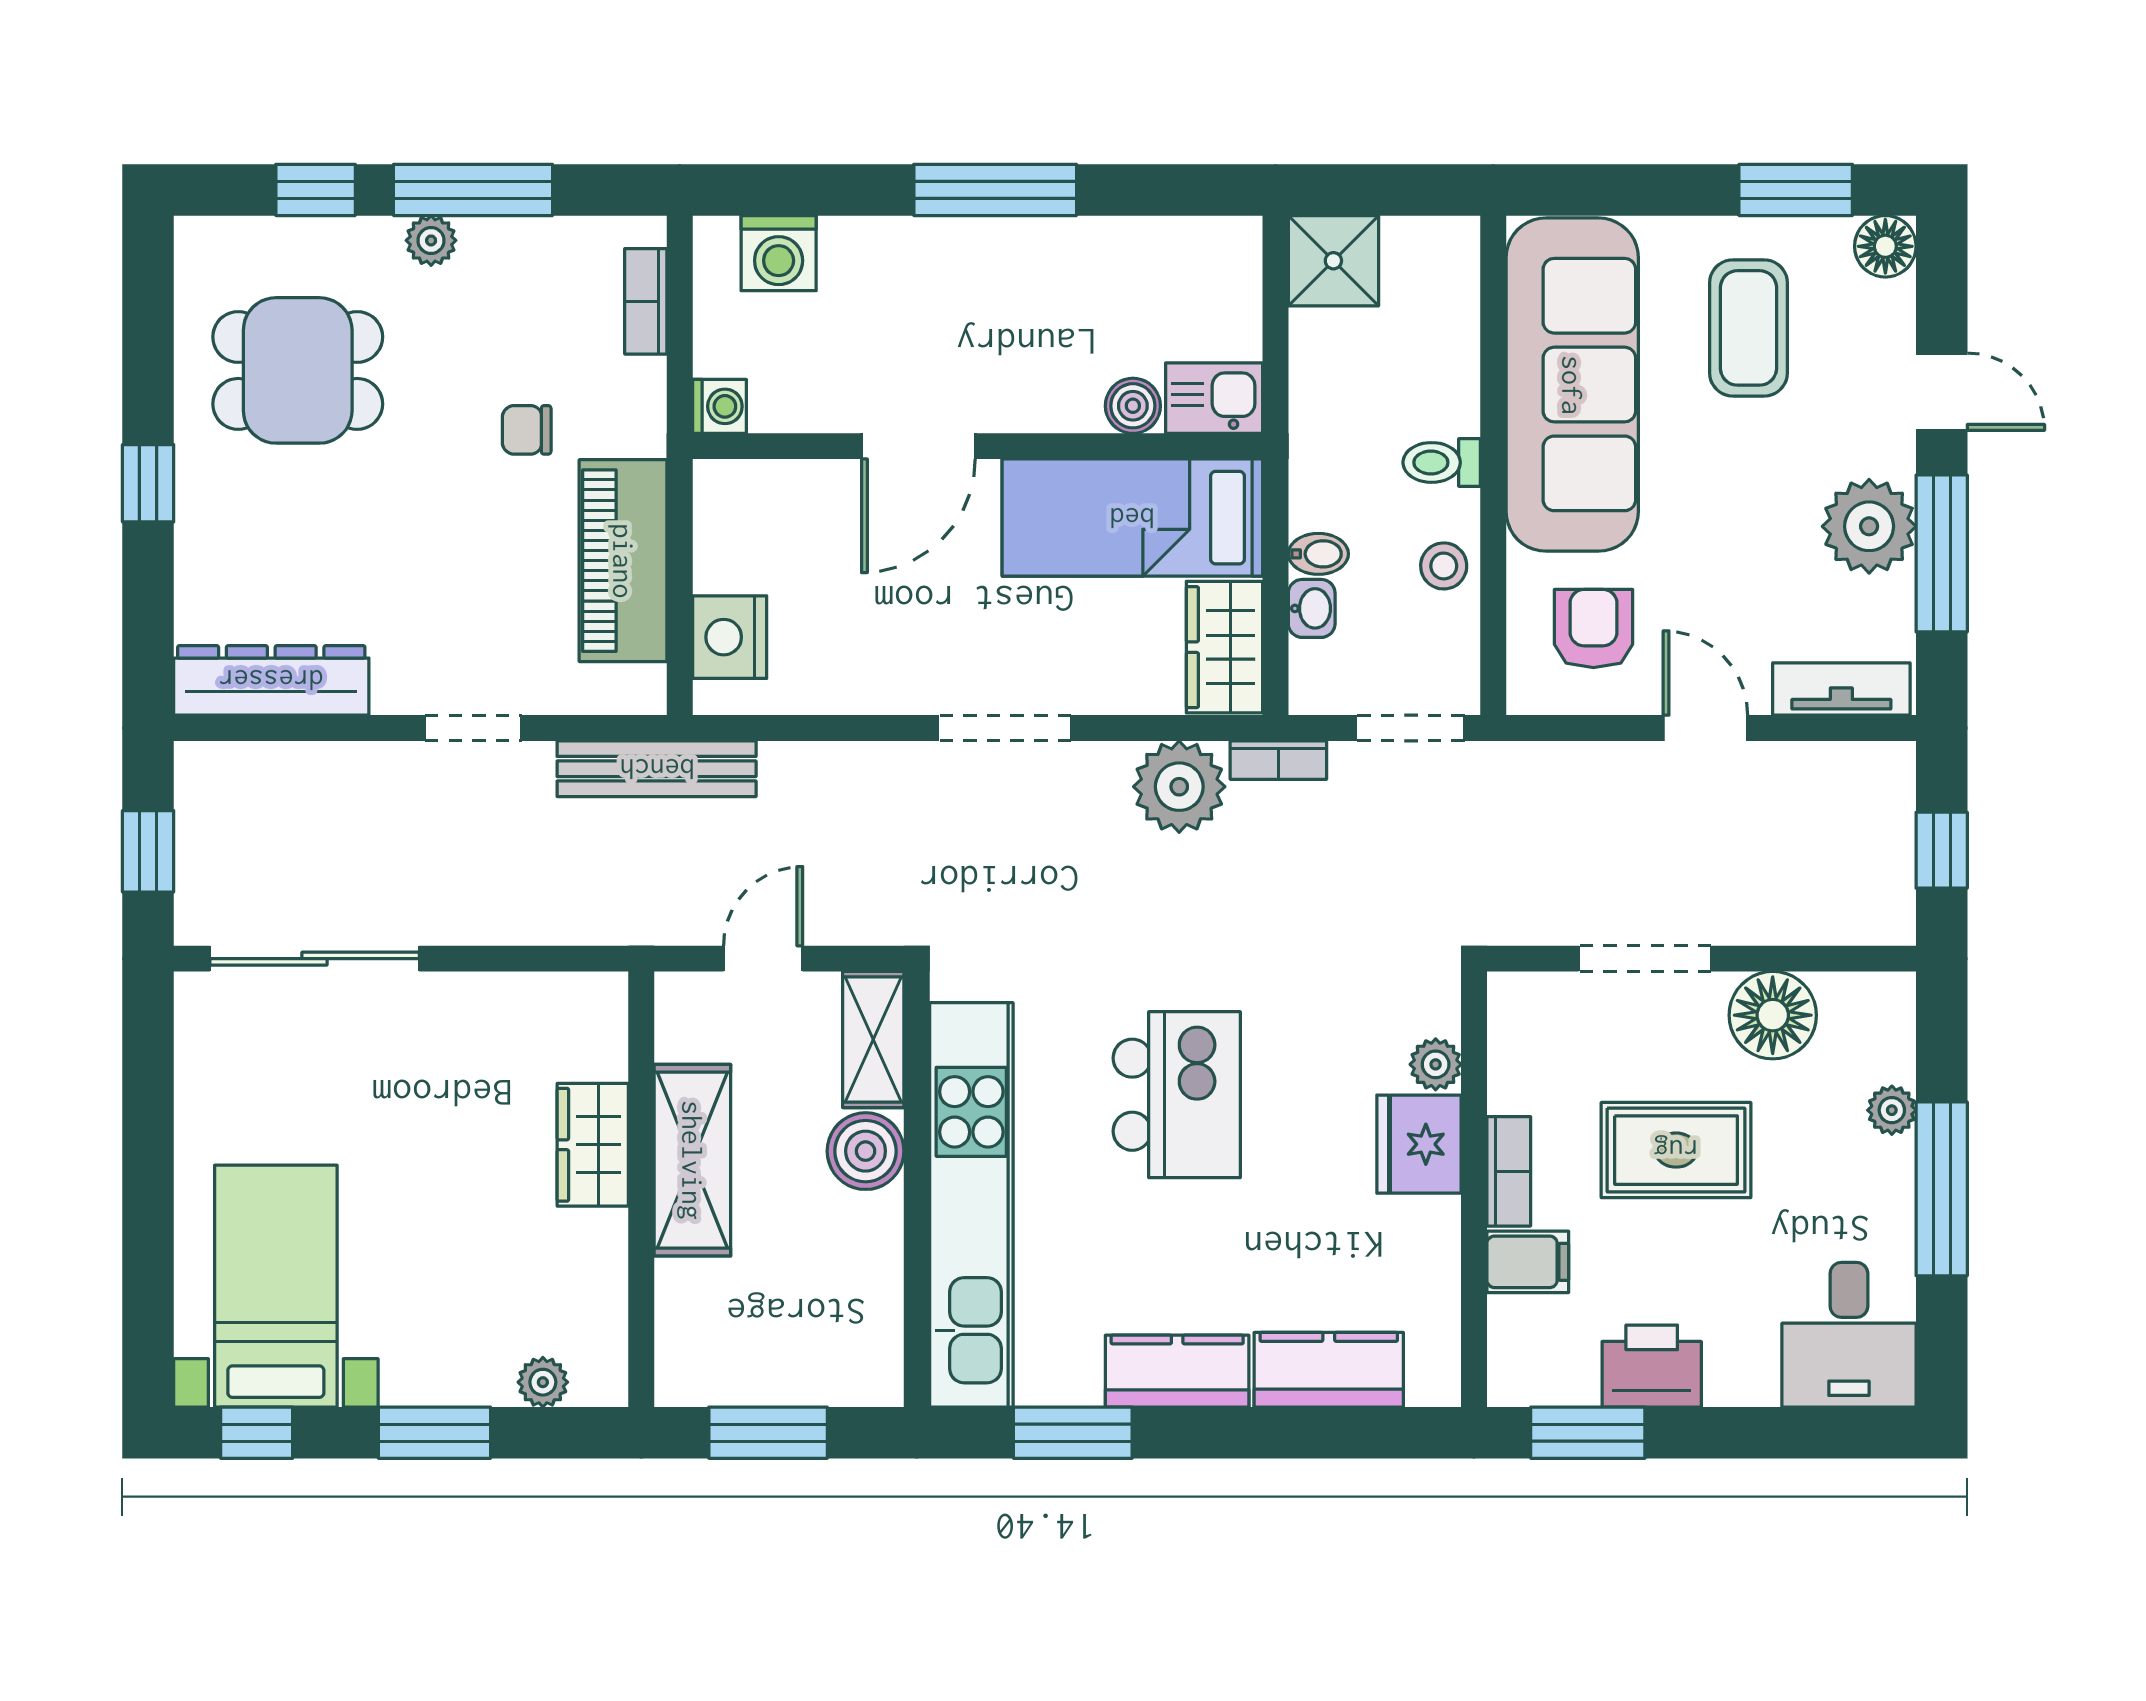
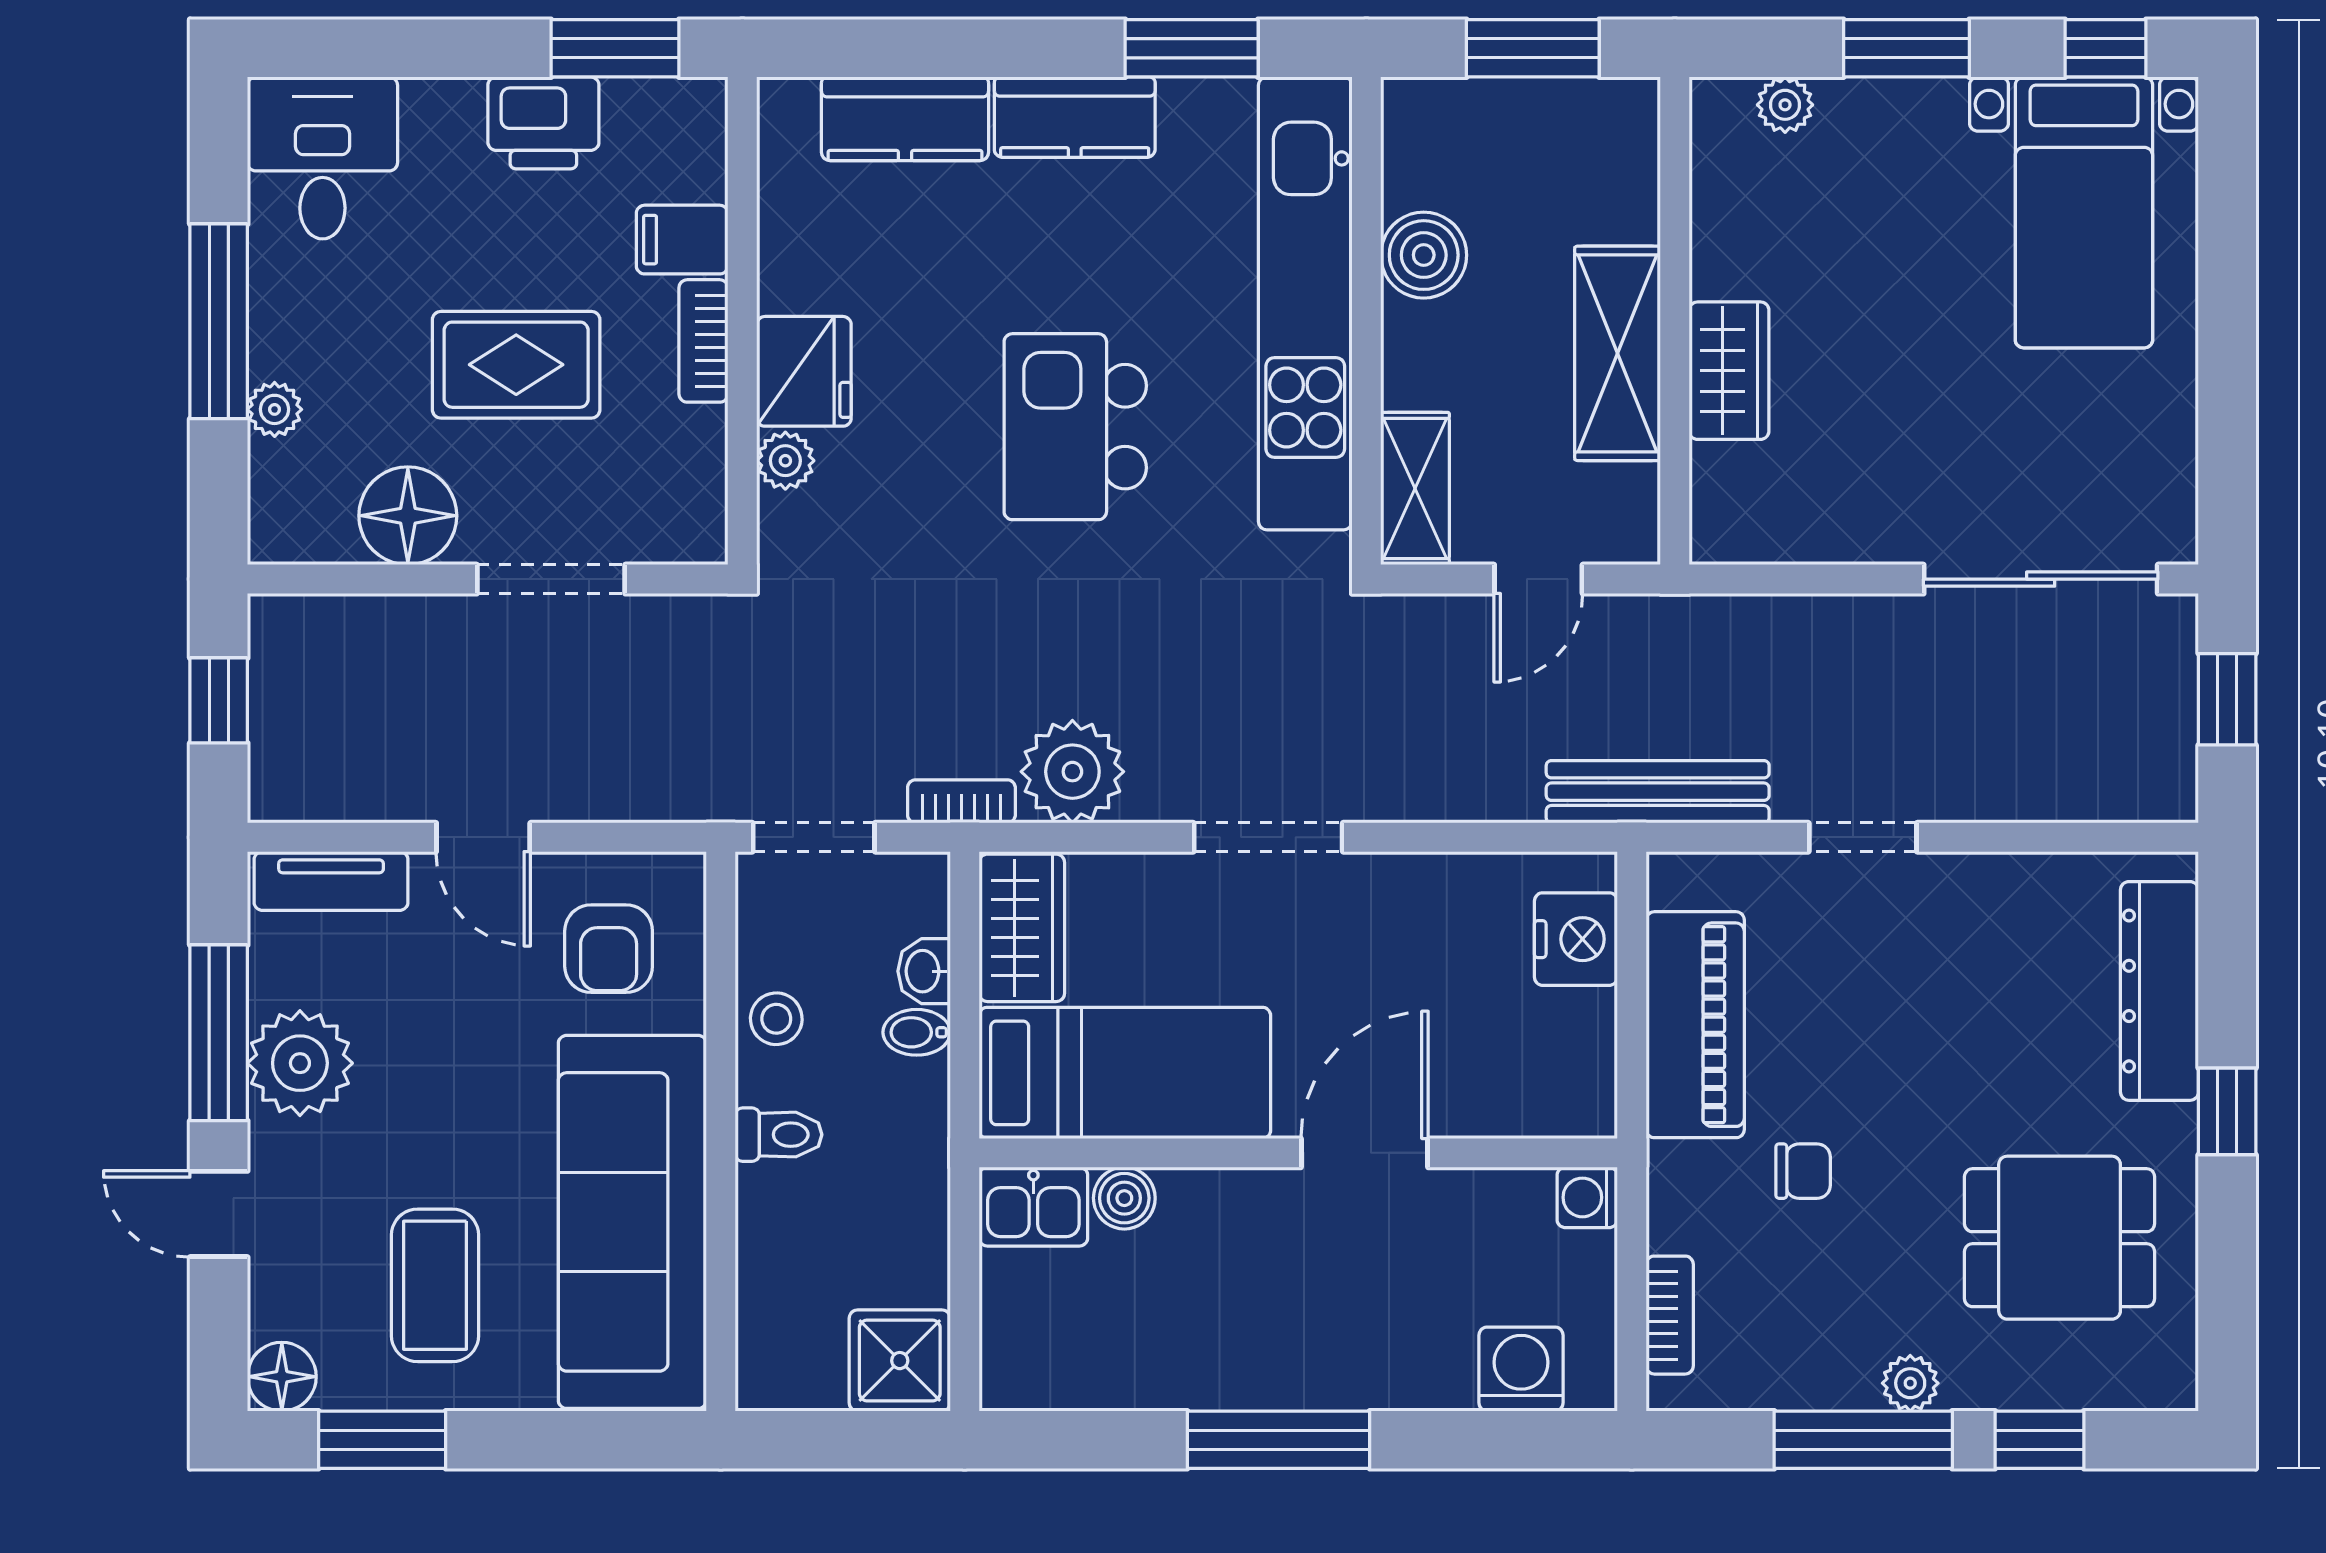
dresser: (271, 680) -> (2159, 991), moved, turned 90
boiler: (866, 1151) -> (1424, 255), moved

